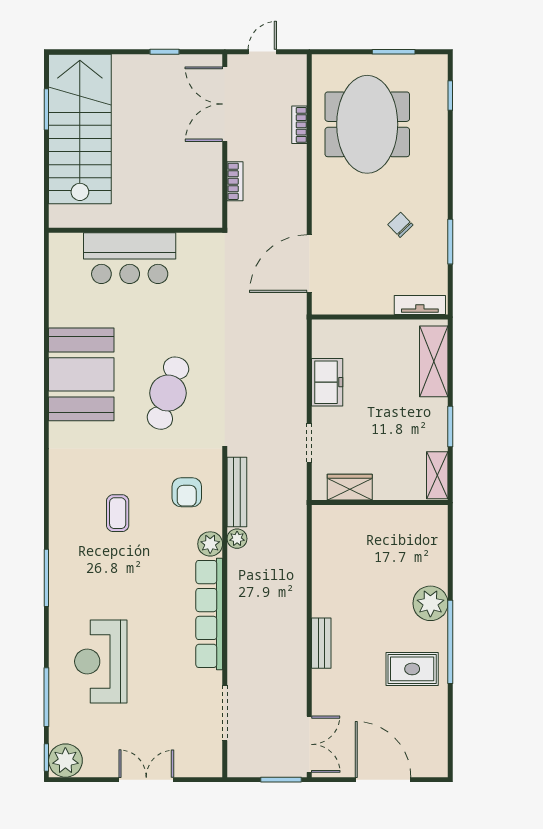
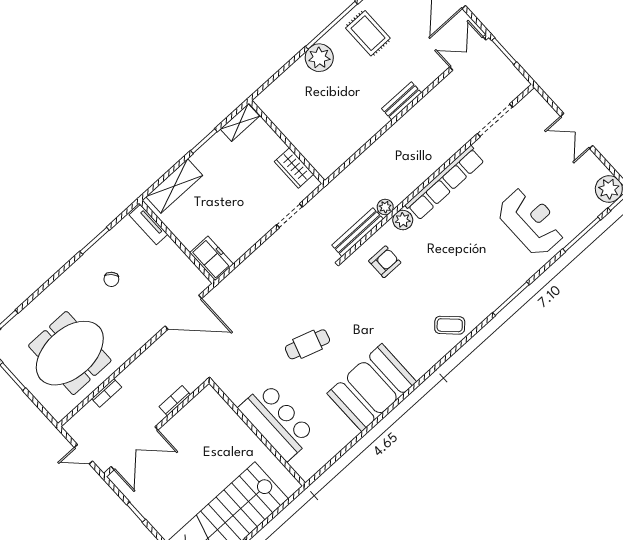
freezer: (327, 382) -> (212, 258), moved, turned 90
cafe table: (168, 393) -> (307, 344), moved, width x0.73, depth x0.74
coffee table: (118, 513) -> (450, 325), moved, turned 44
reception desk: (101, 661) -> (531, 221), turned -90

